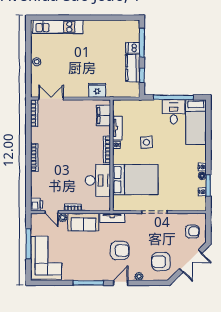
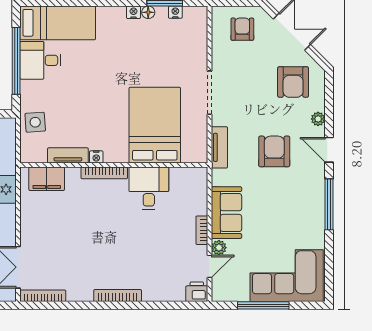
side table: (146, 142) -> (35, 122), moved
desk: (98, 180) -> (149, 188), width x0.73
tv unit: (112, 218) -> (219, 147), moved

